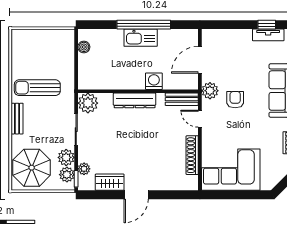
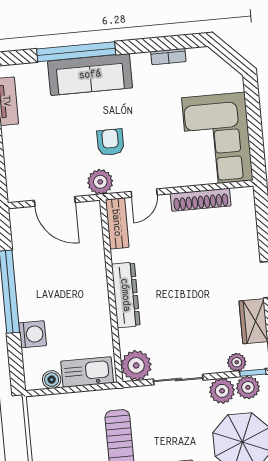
kitchen sink: (141, 38) -> (87, 372), moved, turned -90
washing machine: (154, 81) -> (33, 334), moved, turned 180
armchair: (235, 100) -> (110, 142), turned 90

